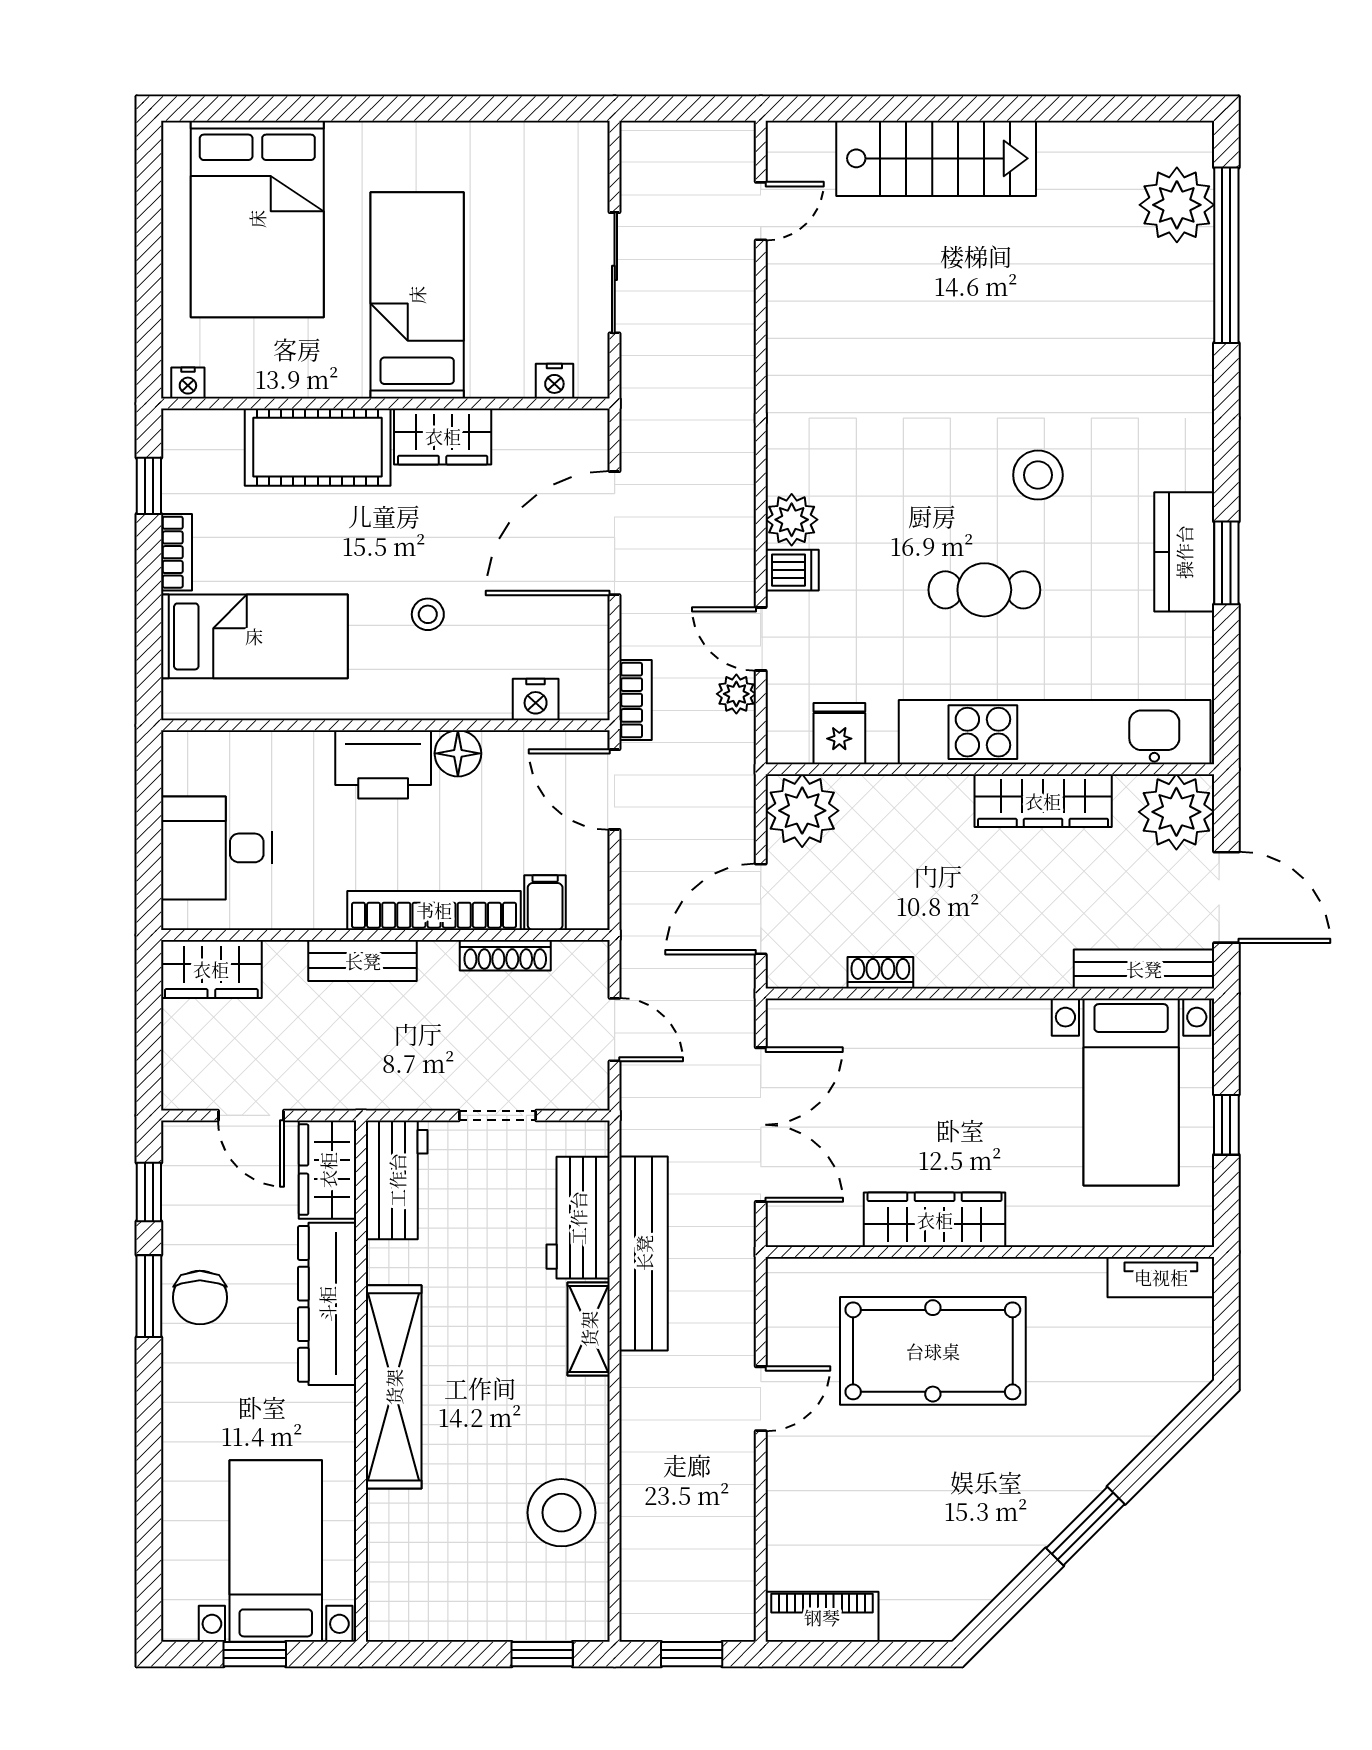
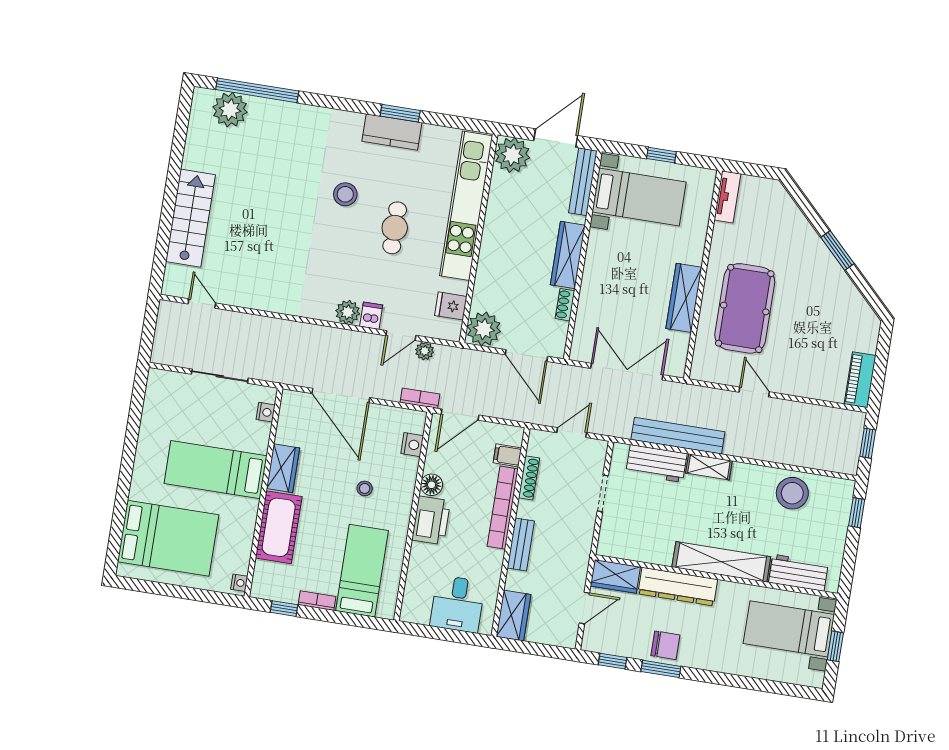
wardrobe: (1043, 801) -> (568, 255), moved, turned 180
workbench: (397, 1180) -> (798, 573), moved

